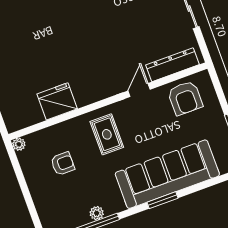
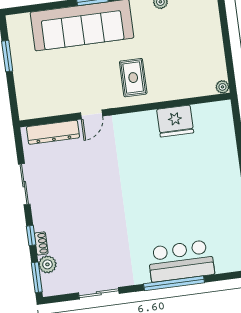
armchair: (185, 98) -> (48, 97), removed
armchair: (63, 164) -> (183, 58), removed

